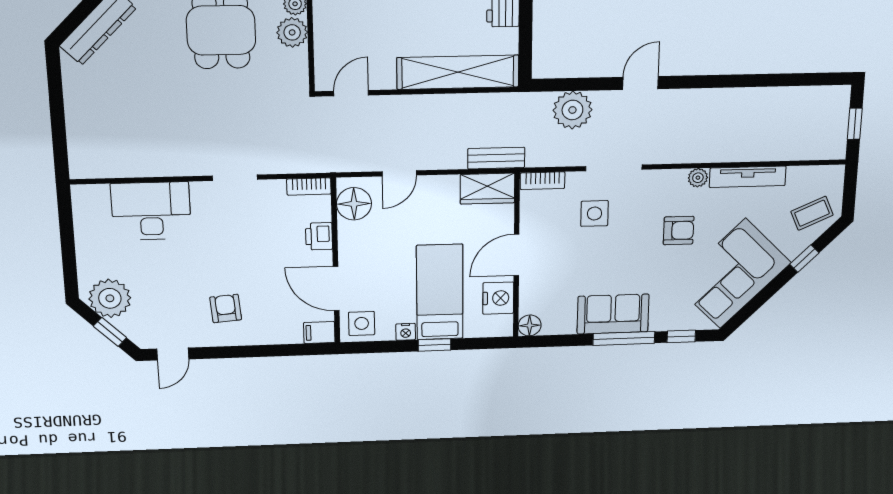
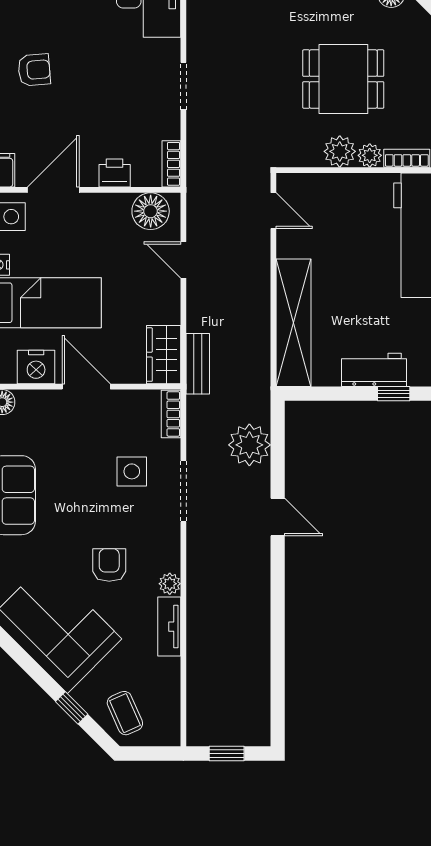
tv unit: (748, 177) -> (169, 627), width x0.71
armchair: (679, 230) -> (109, 565), turned 180

